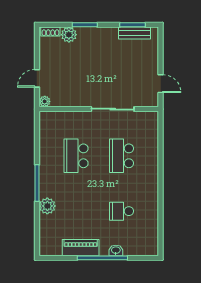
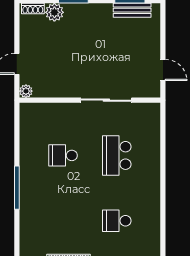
school desk: (76, 156) -> (63, 155), width x0.54
plant: (47, 206) -> (29, 215), removed

